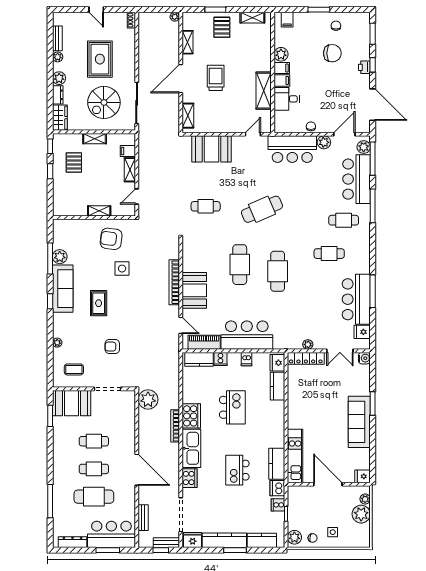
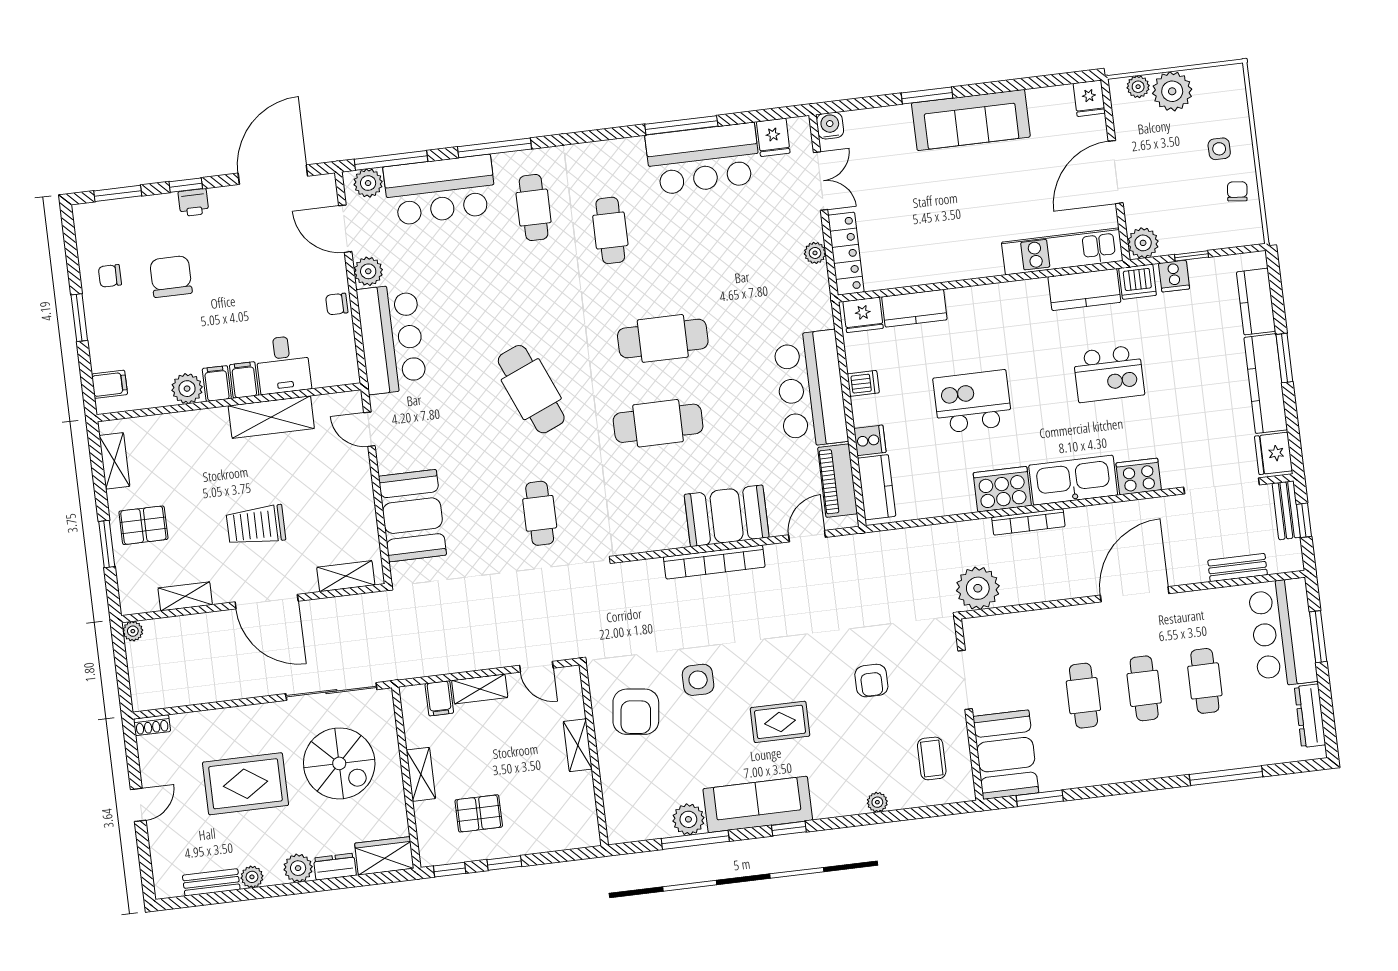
cafe table: (94, 497) -> (1205, 681), width x0.73, depth x0.74
plant: (294, 537) -> (1143, 243), moved

